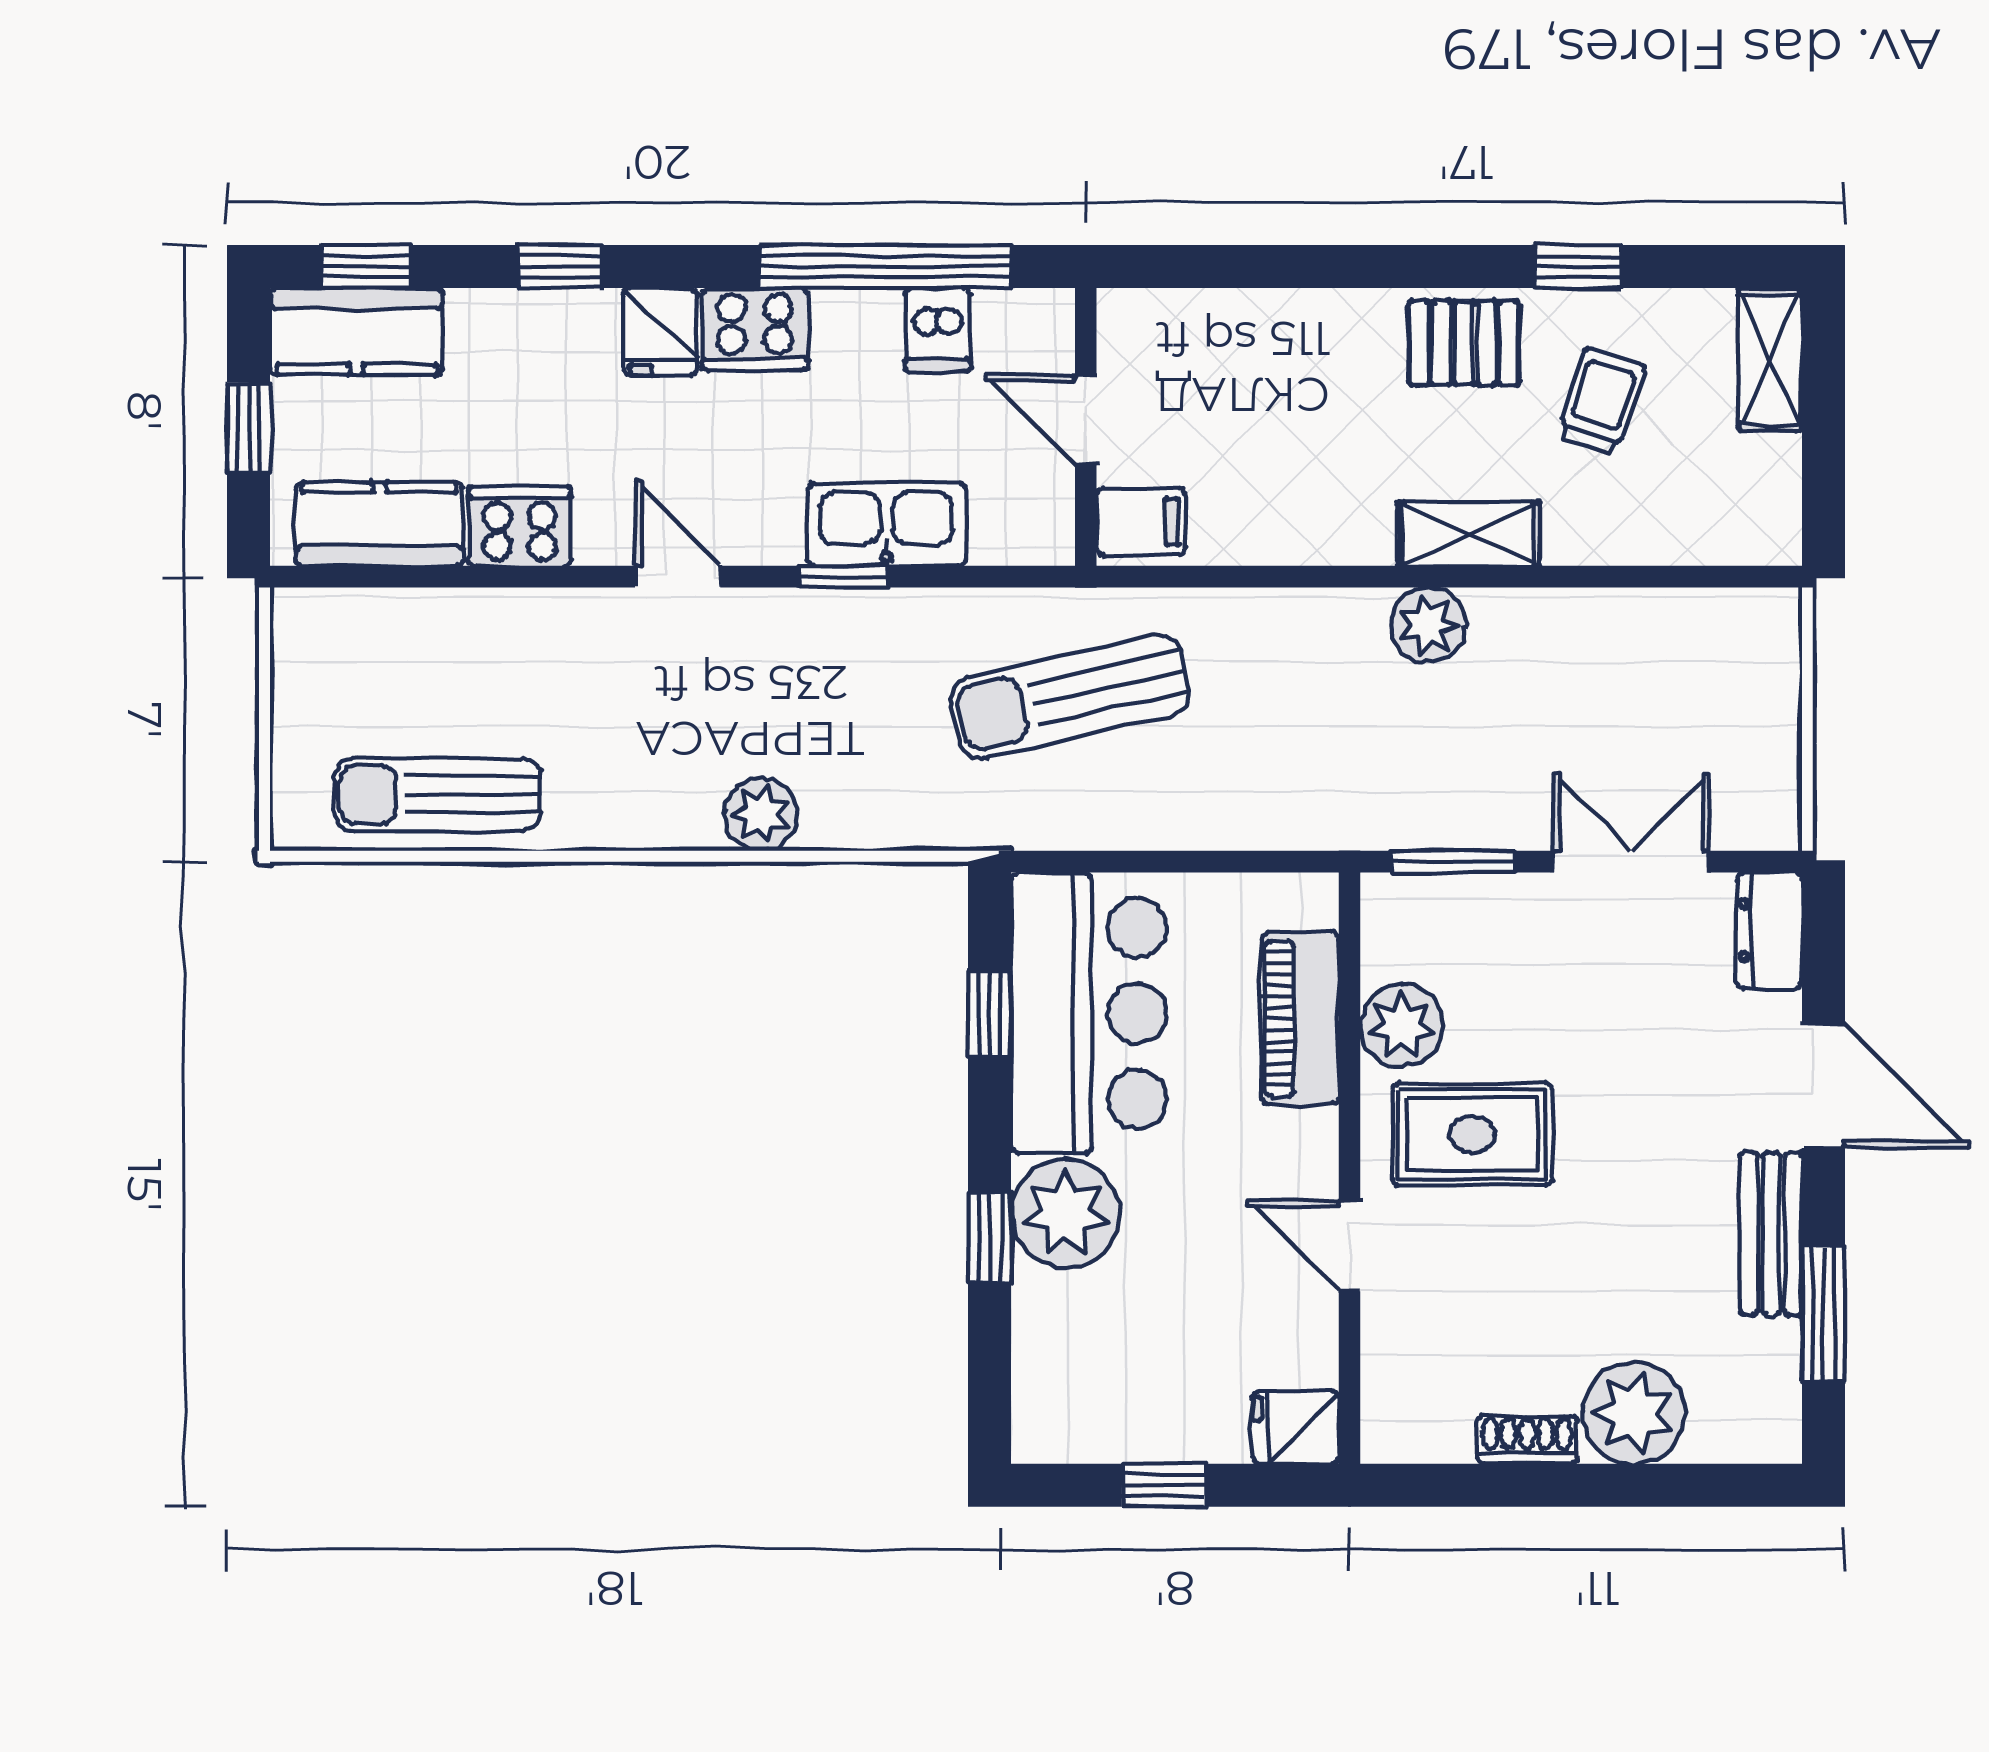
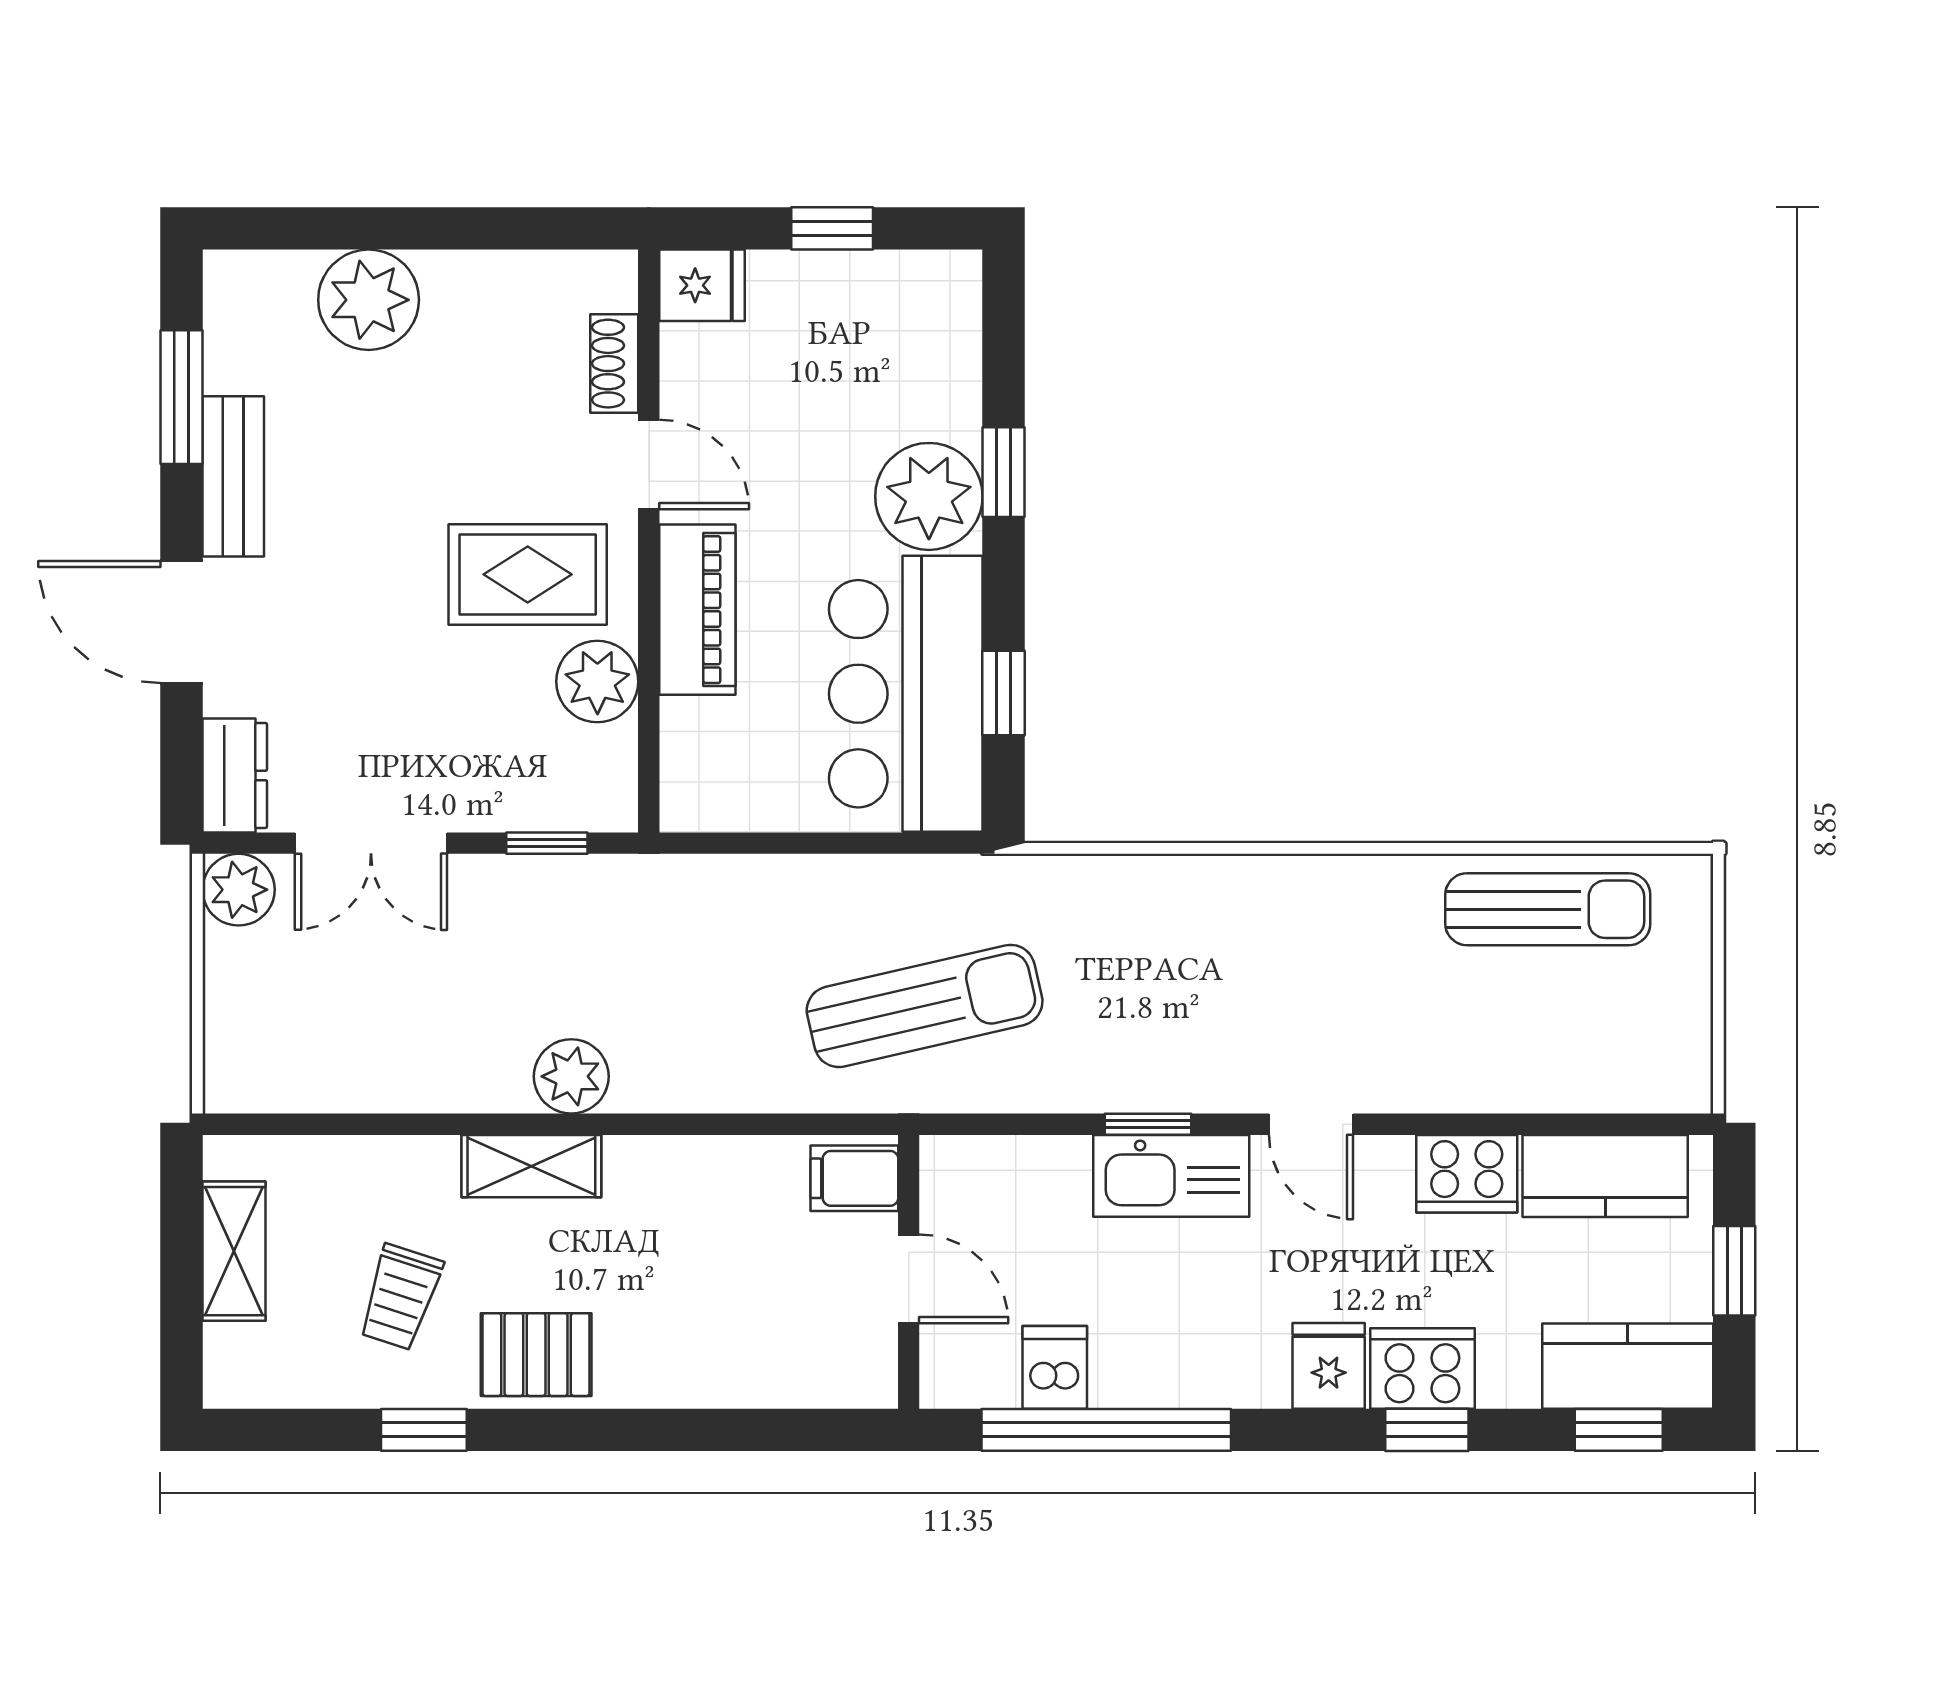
cooker: (755, 329) -> (1422, 1368), moved
shelving: (1770, 359) -> (234, 1251), moved
kitchen sink: (887, 524) -> (1171, 1176), moved
plant: (761, 815) -> (239, 890), moved
window: (1453, 862) -> (547, 843), width x0.67
piano: (1300, 1019) -> (697, 610), moved
shoe rack: (1527, 1440) -> (614, 364), moved, turned 90

